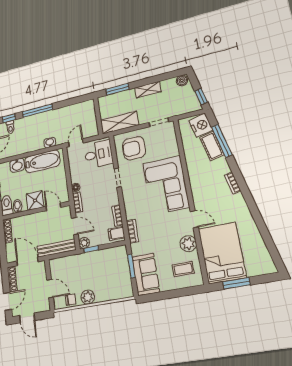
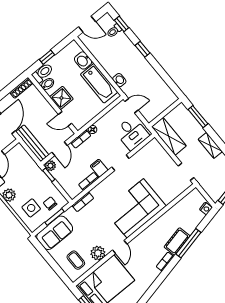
window: (37, 111) -> (142, 49), width x0.46
nightstand: (201, 125) -> (206, 209), width x0.53, depth x0.56
window: (222, 141) -> (188, 243), moved
cot: (212, 146) -> (177, 241), moved
armchair: (134, 148) -> (153, 163), removed
door: (53, 207) -> (65, 119), swing flipped
filing cabinet: (116, 233) -> (99, 168), moved
chair: (117, 263) -> (50, 203), added
side table: (111, 283) -> (31, 208), added

